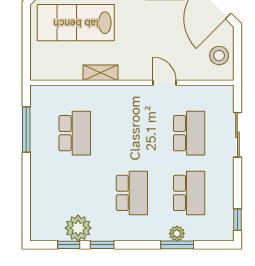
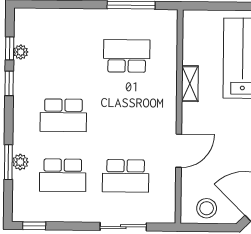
door: (165, 83) -> (179, 151), width x1.37
school desk: (75, 133) -> (127, 56), turned 180
plant: (78, 228) -> (21, 52), width x0.53, depth x0.53

